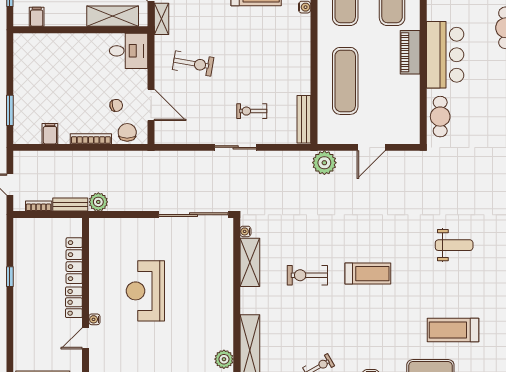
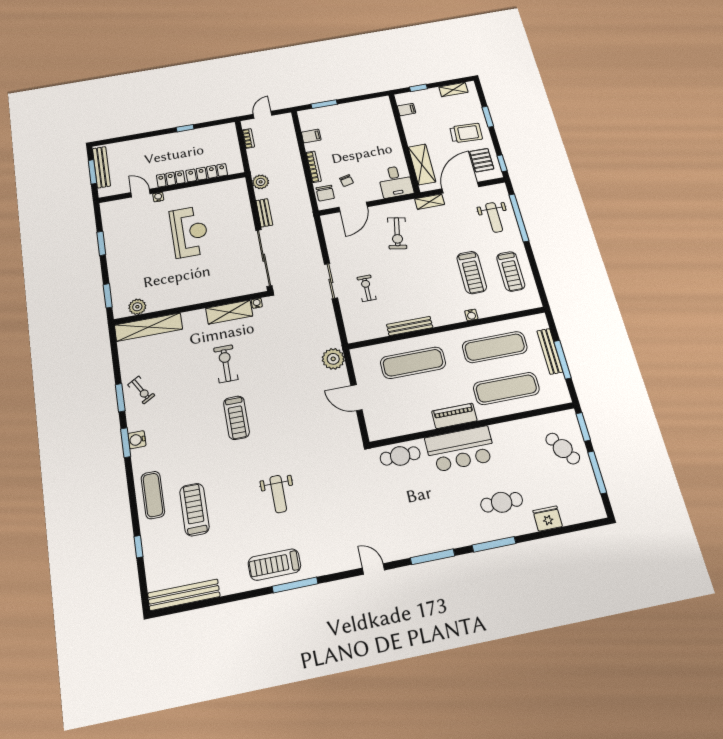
bench: (304, 119) -> (410, 326), moved
chair: (127, 132) -> (325, 193), turned 90
bench: (70, 205) -> (264, 213), moved
reception desk: (145, 291) -> (189, 232), turned 90

